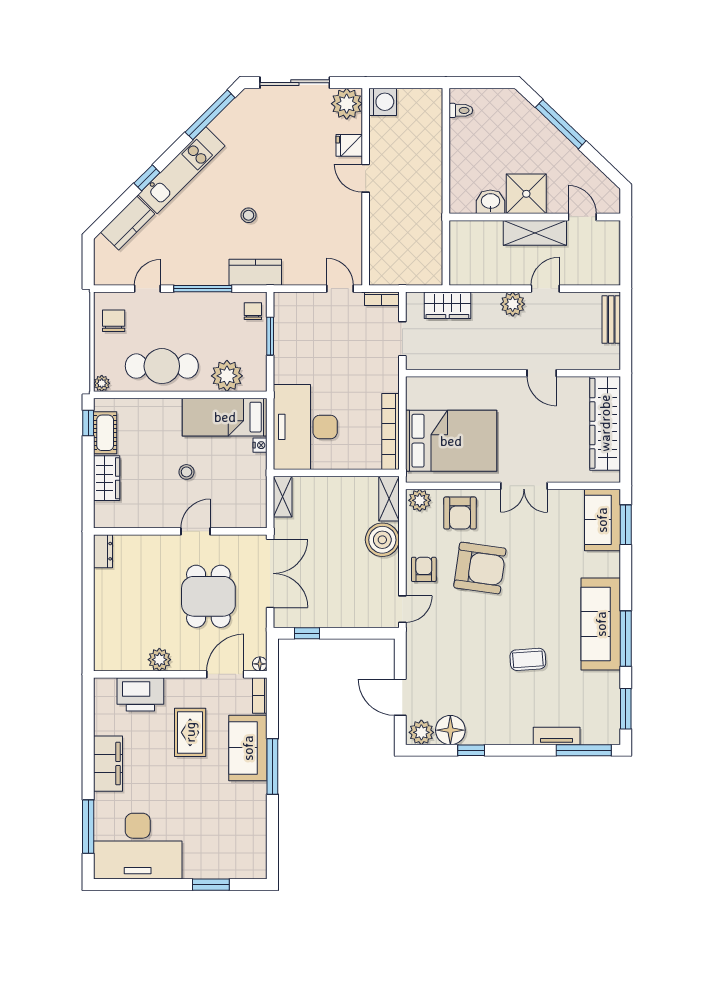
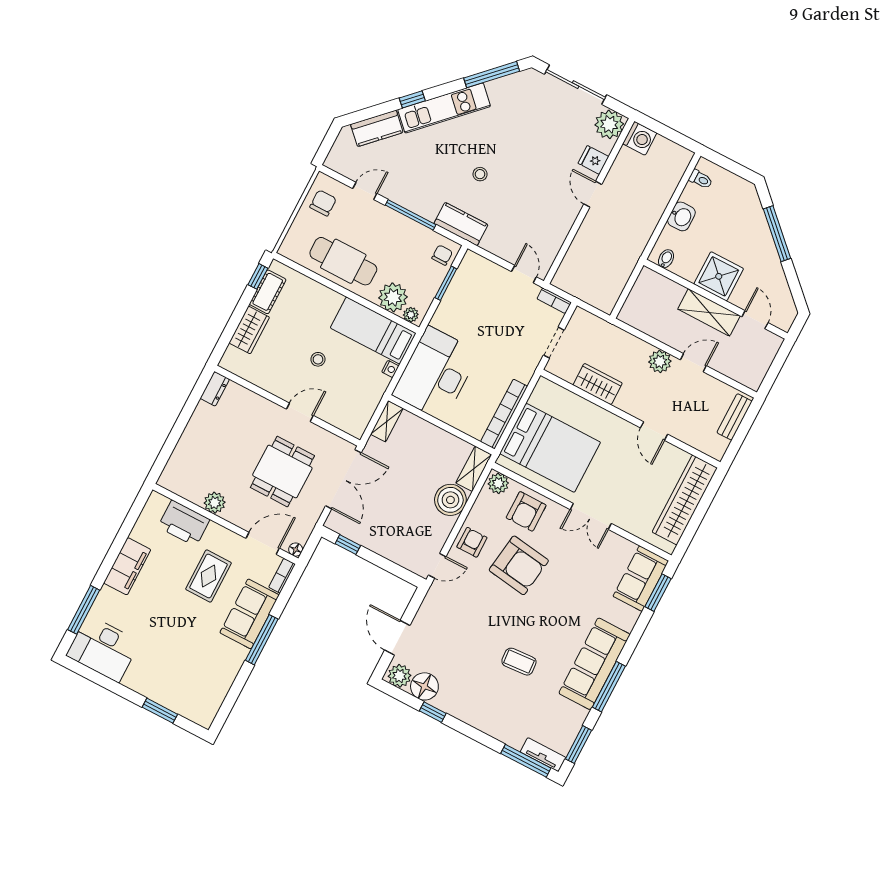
washbasin: (490, 202) -> (681, 216), moved, turned 90
bidet: (467, 203) -> (666, 259), added
wardrobe: (447, 305) -> (598, 384), moved, turned 180
plant: (102, 383) -> (411, 315), moved
tv unit: (557, 736) -> (543, 755), moved
desk: (138, 846) -> (103, 649), width x0.73, depth x0.77

